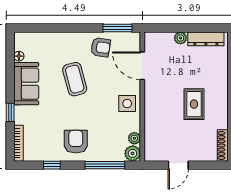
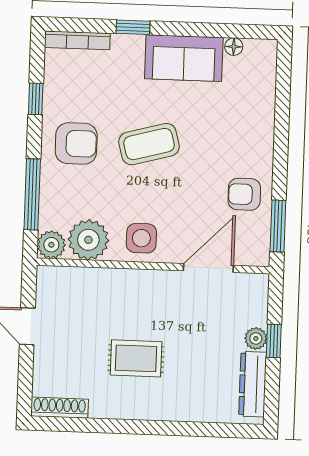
window: (181, 28) -> (274, 341), added
armchair: (101, 47) -> (244, 194), turned 81
coffee table: (75, 79) -> (149, 144), moved
plant: (134, 138) -> (88, 240), width x1.87, depth x1.87

